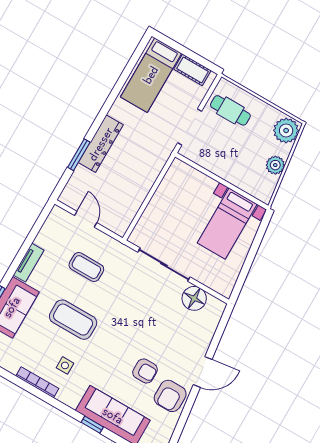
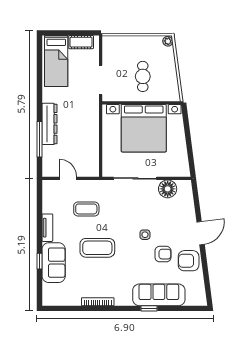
cafe table: (230, 110) -> (143, 76), moved, turned 90
plant: (286, 130) -> (168, 41), width x0.53, depth x0.53
window: (79, 155) -> (39, 139), width x1.44
plant: (275, 165) -> (170, 73), removed
bed with nightstands: (227, 224) -> (144, 128), width x1.85
side table: (65, 365) -> (145, 235), moved
armchair: (170, 396) -> (189, 261), turned 90

